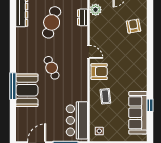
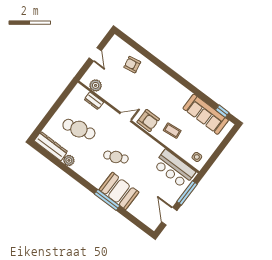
cafe table: (52, 22) -> (79, 129), turned -33
plant: (21, 33) -> (69, 160), added
armchair: (99, 72) -> (148, 121), turned 90
window: (150, 105) -> (222, 111), moved

